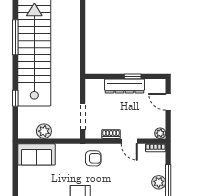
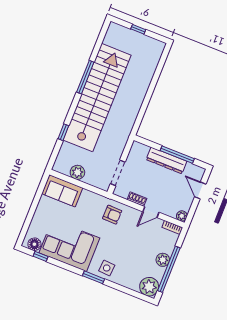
window: (133, 76) -> (177, 155), width x2.17
door: (129, 141) -> (151, 212), hinge flipped

